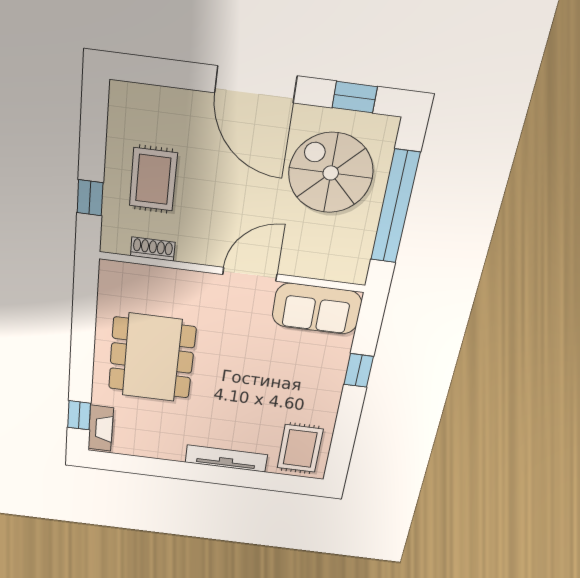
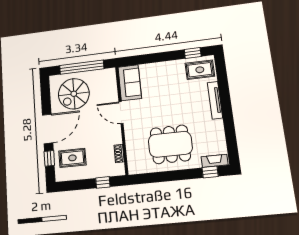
window: (355, 97) -> (49, 158), moved
rug: (153, 180) -> (72, 158), moved
window: (359, 370) -> (193, 53), moved

